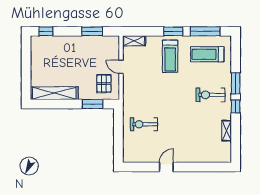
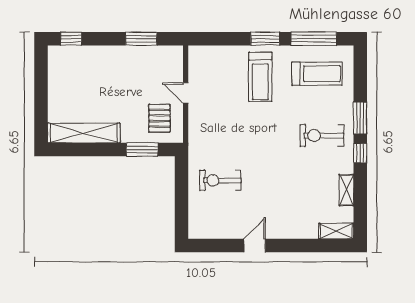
shelving: (134, 41) -> (336, 231), moved
treadmill: (207, 54) -> (317, 74), turned 180

